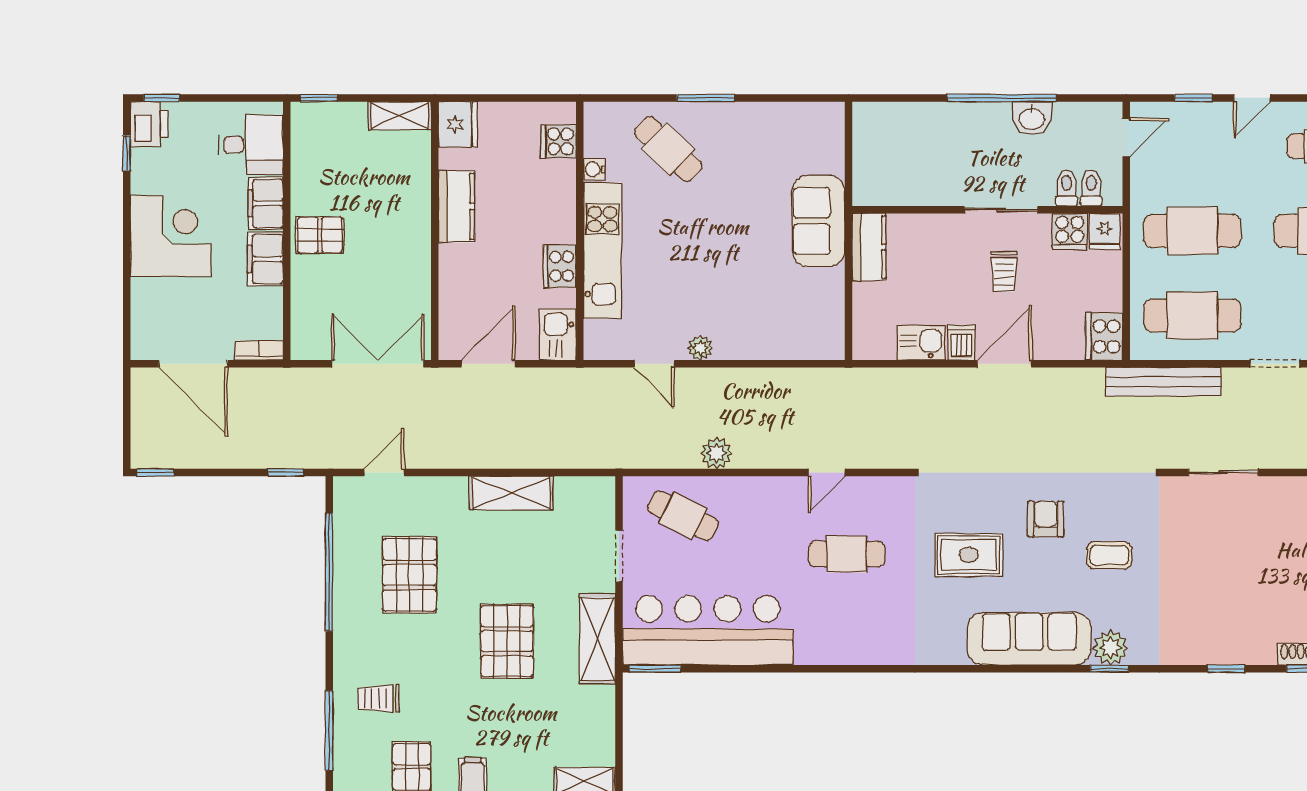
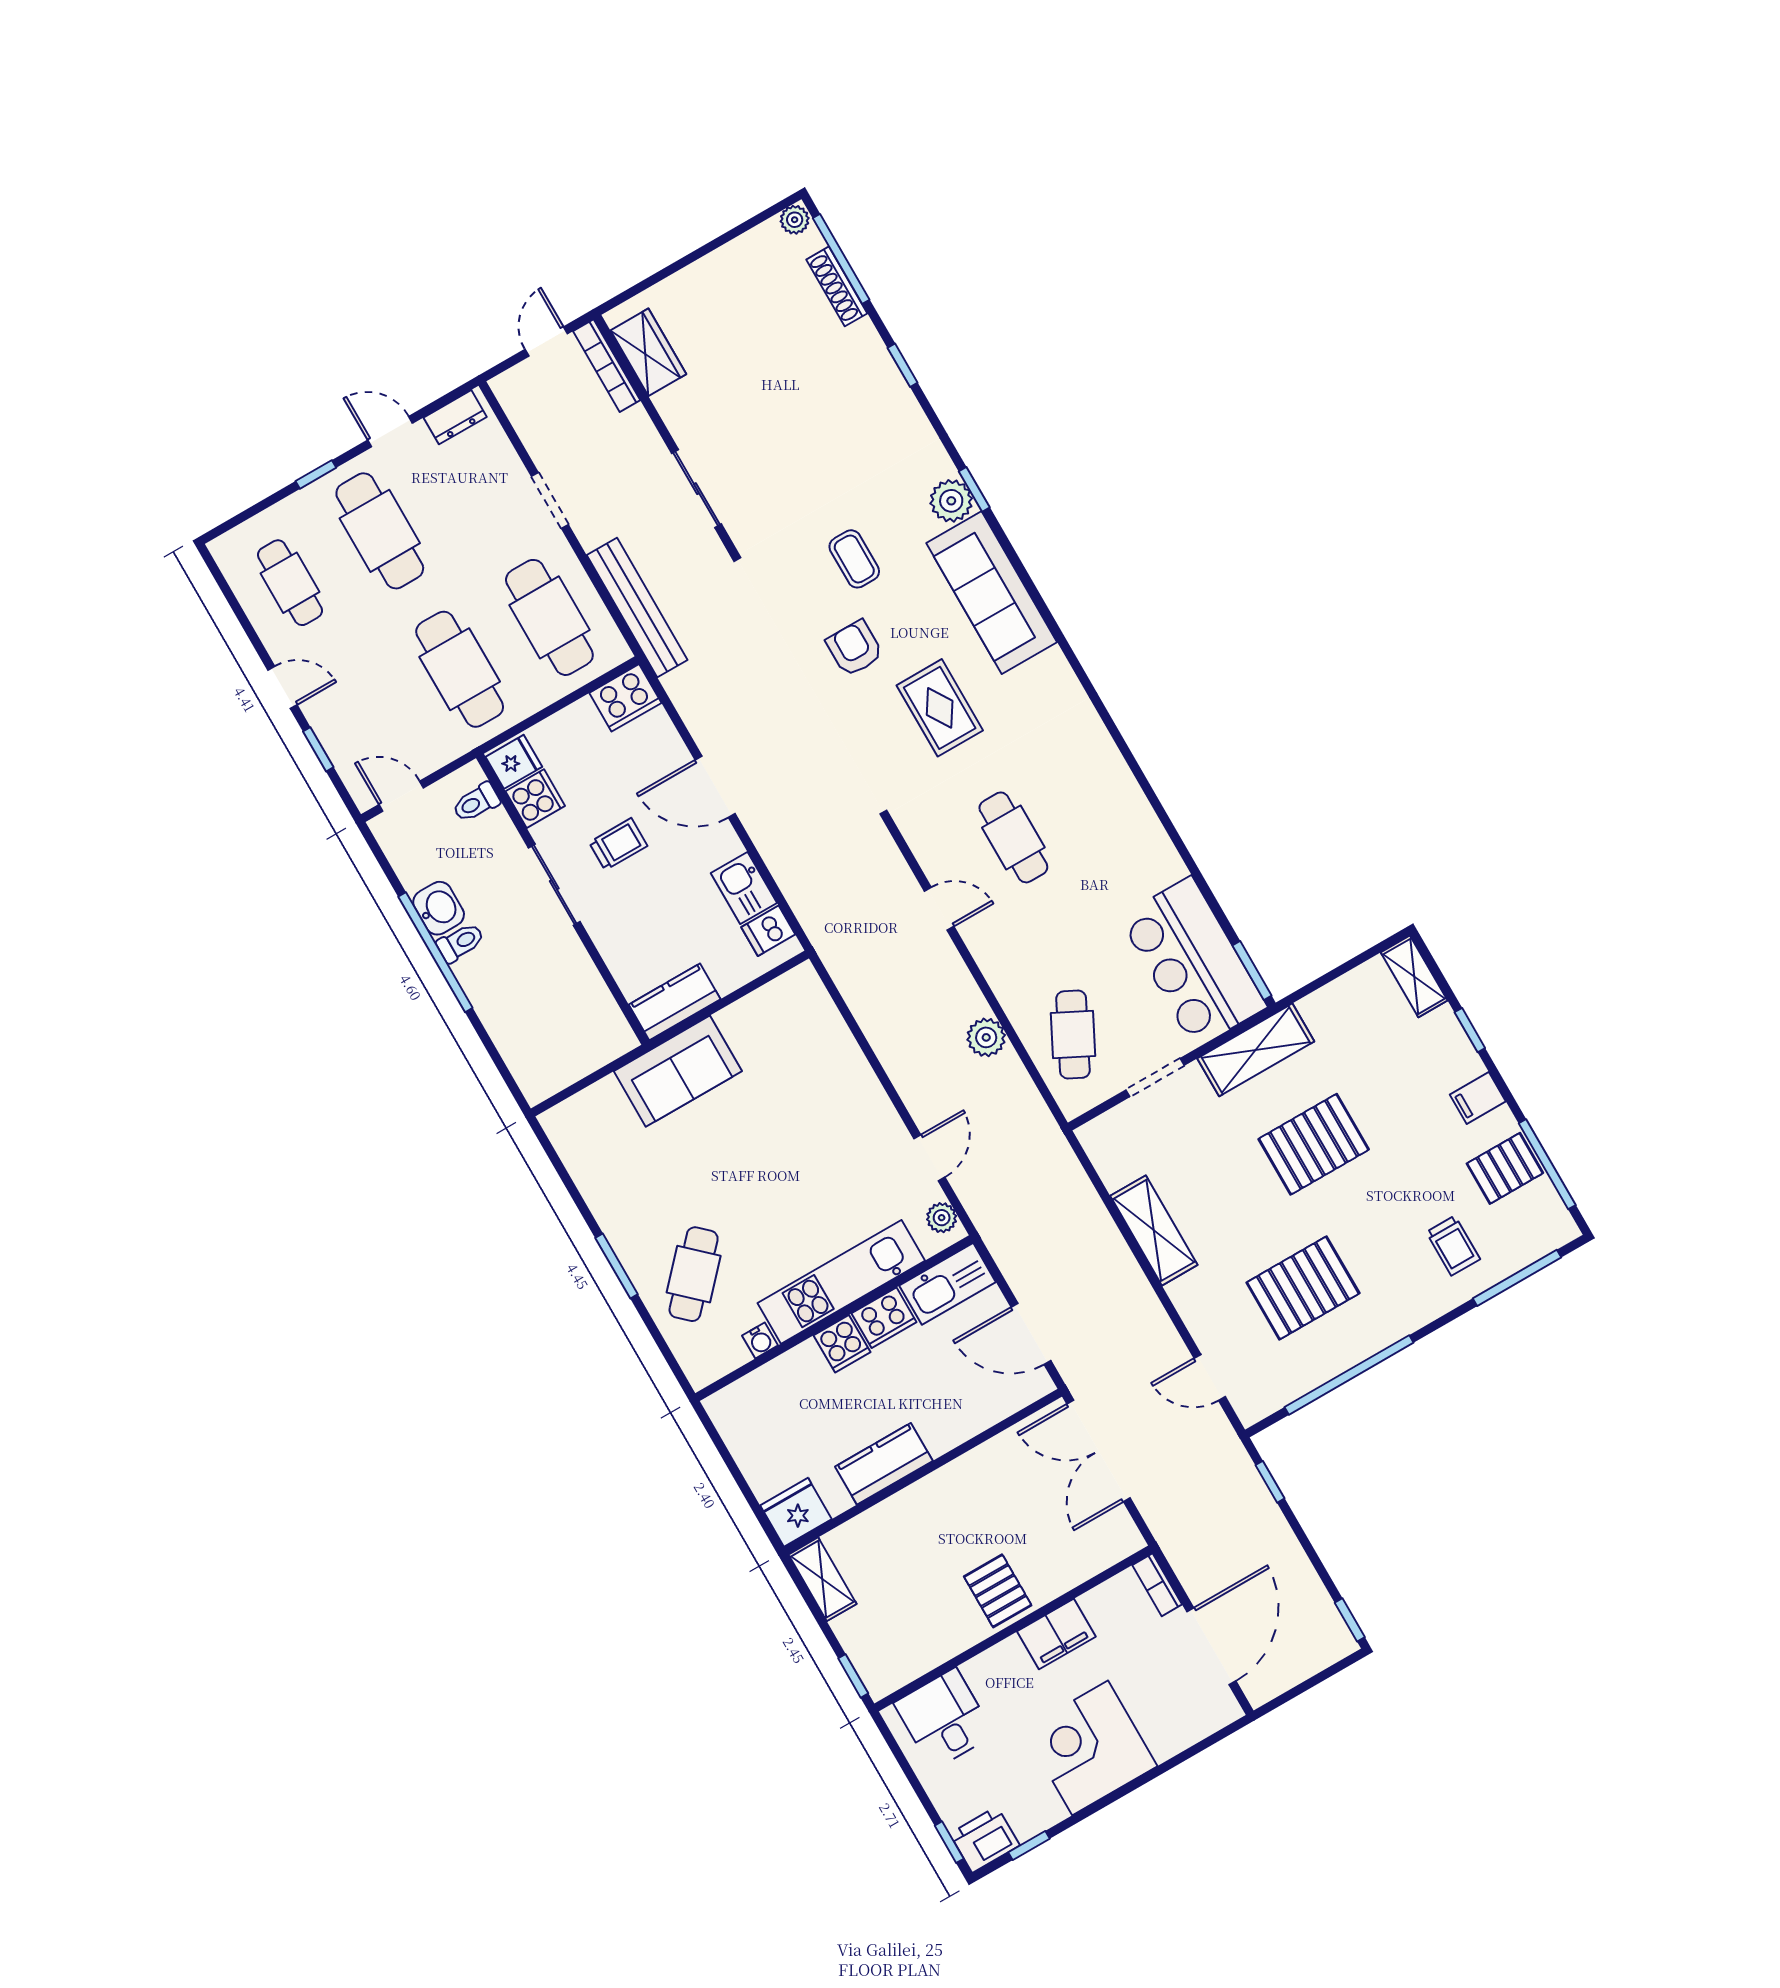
cooker: (558, 141) -> (842, 1344), moved
toilet: (1067, 188) -> (460, 942), moved, turned 180
filing cabinet: (266, 203) -> (997, 1668), removed
kitchen sink: (558, 335) -> (948, 1284), width x1.38
dishwasher: (961, 342) -> (768, 931), moved
plant: (700, 348) -> (942, 1218), moved
armchair: (1046, 519) -> (855, 648), turned 90
bar counter: (708, 630) -> (1193, 962), width x0.73

